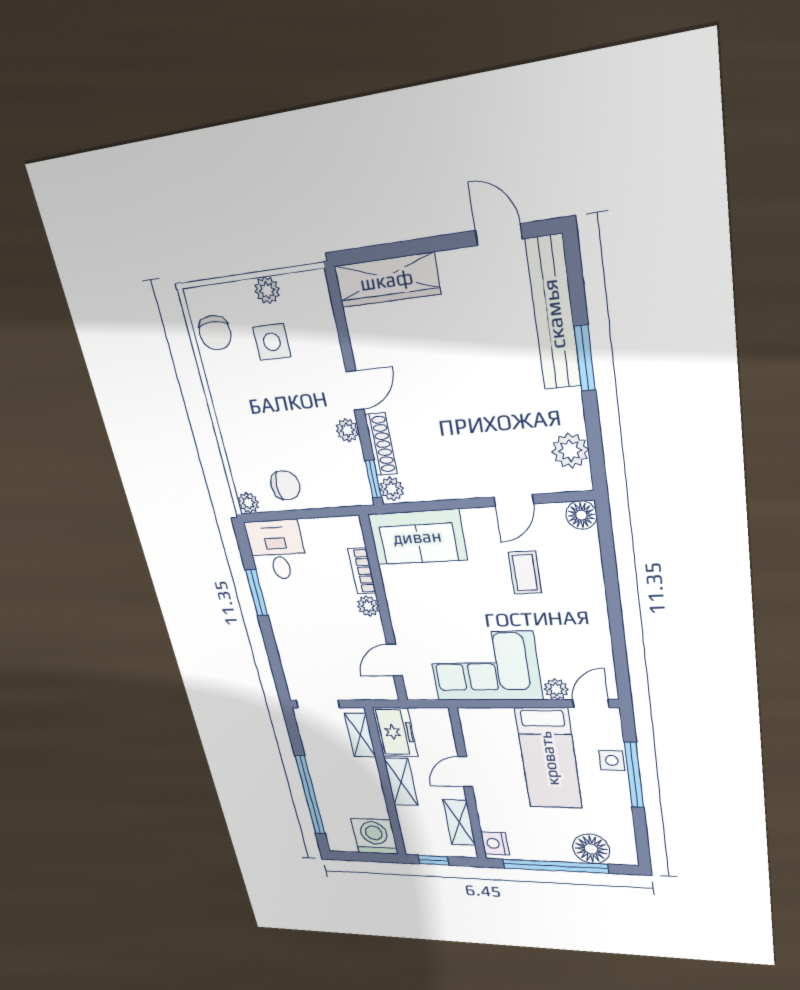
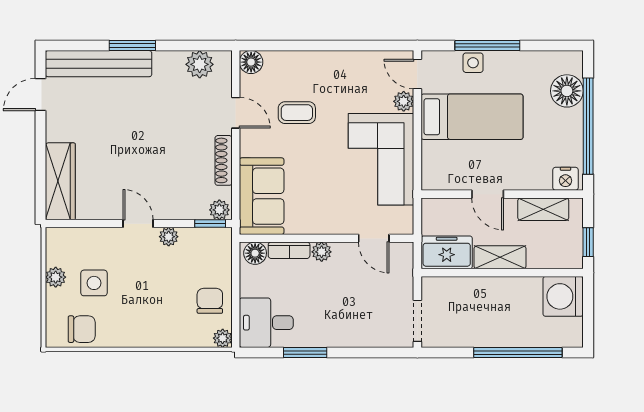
shoe rack: (381, 444) -> (224, 160), moved, turned -90
floor lamp: (350, 533) -> (255, 253), added
shelving: (360, 735) -> (450, 287), removed

